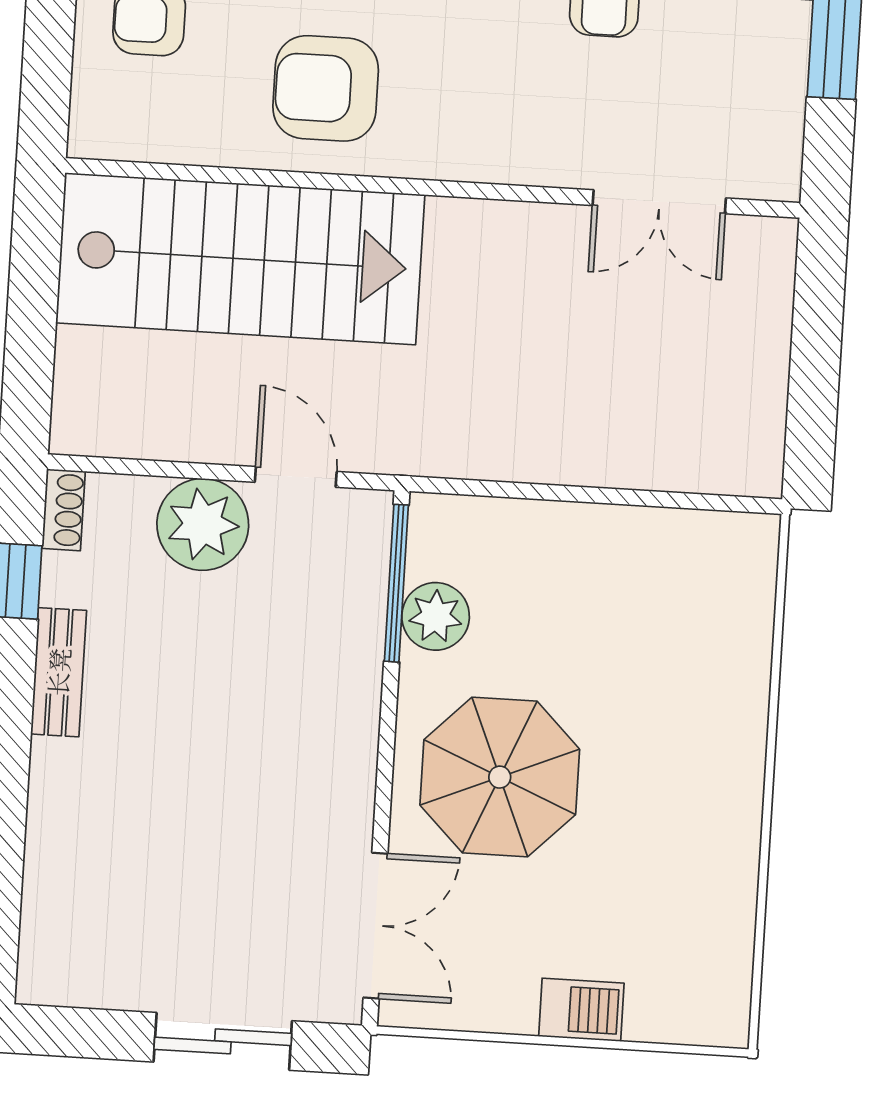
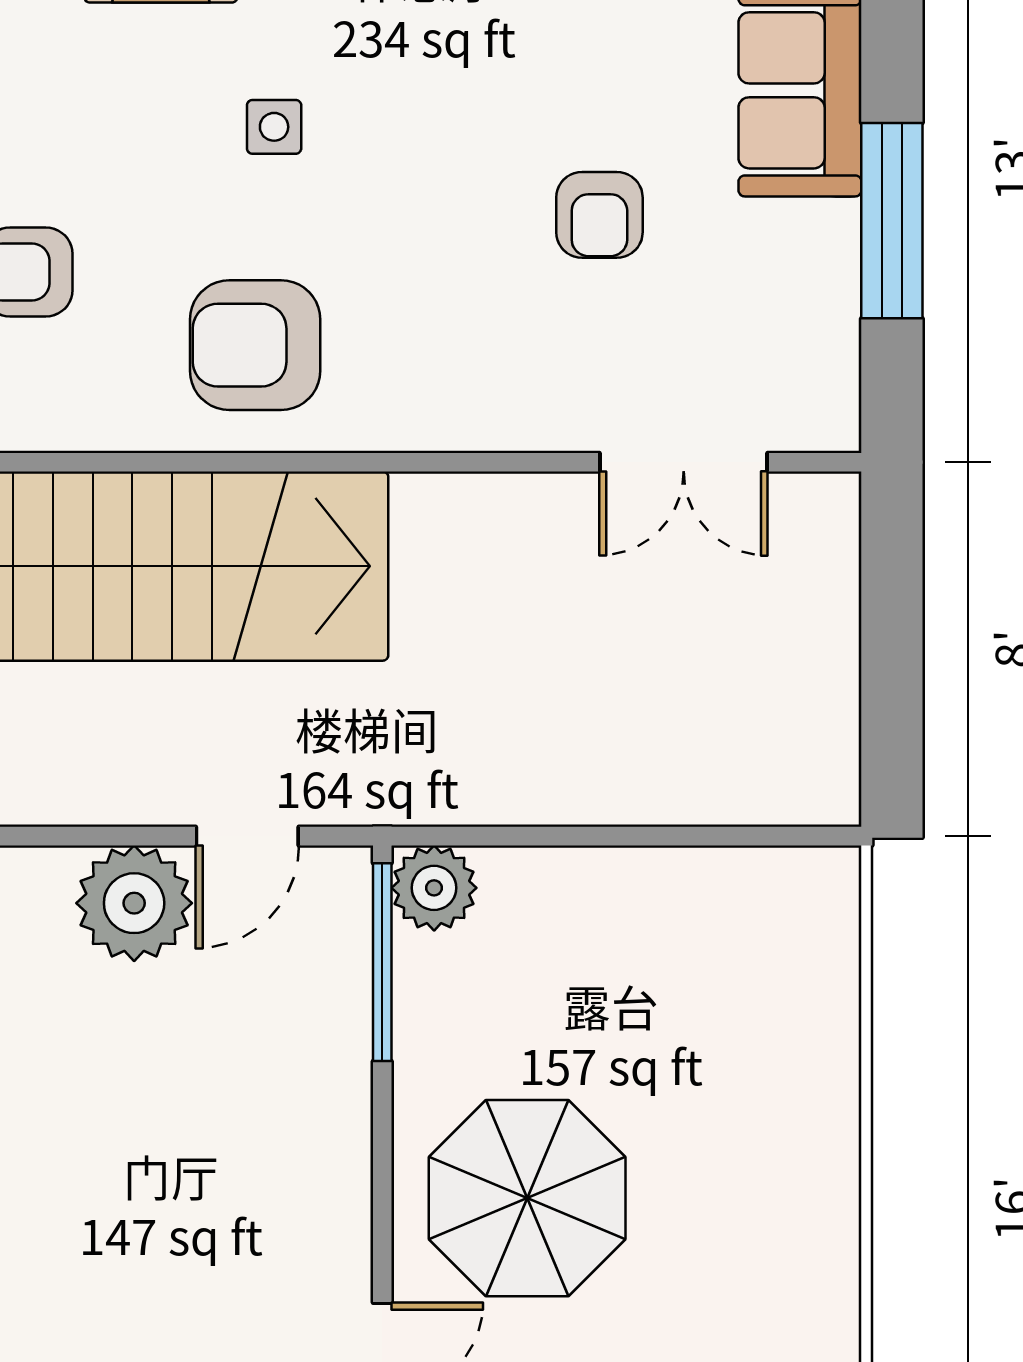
door: (296, 477) -> (247, 836), swing flipped
plant: (436, 616) -> (434, 888), moved

